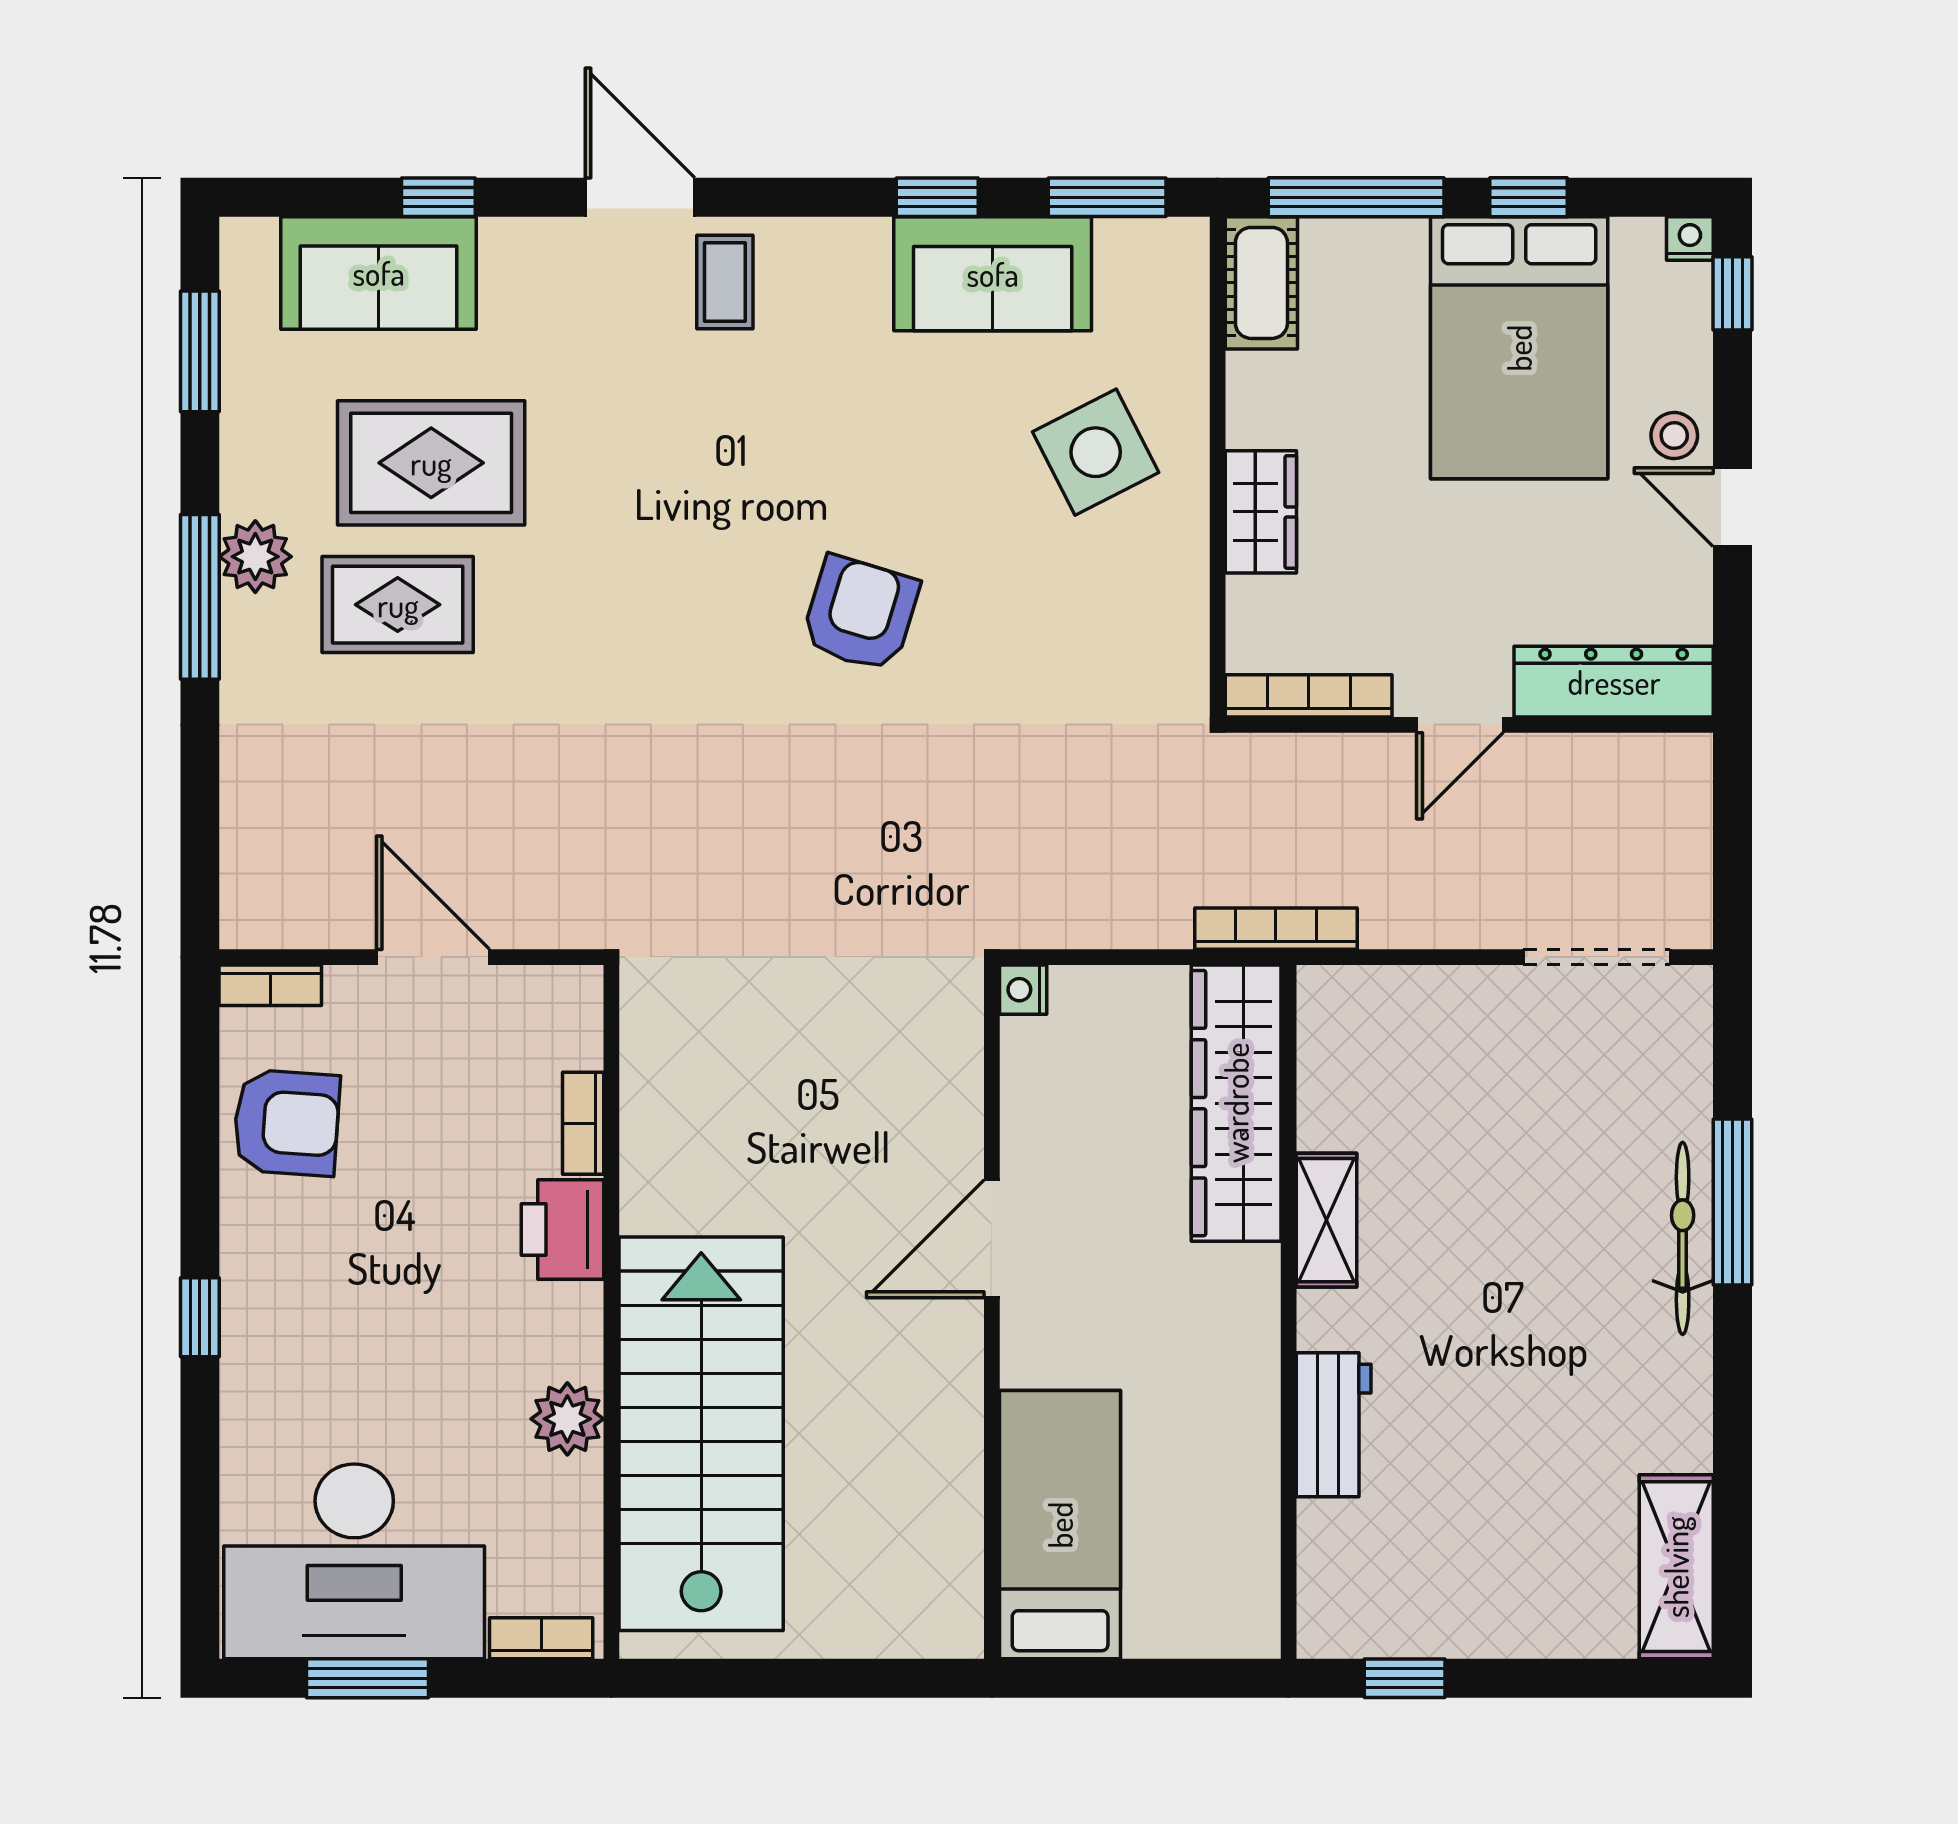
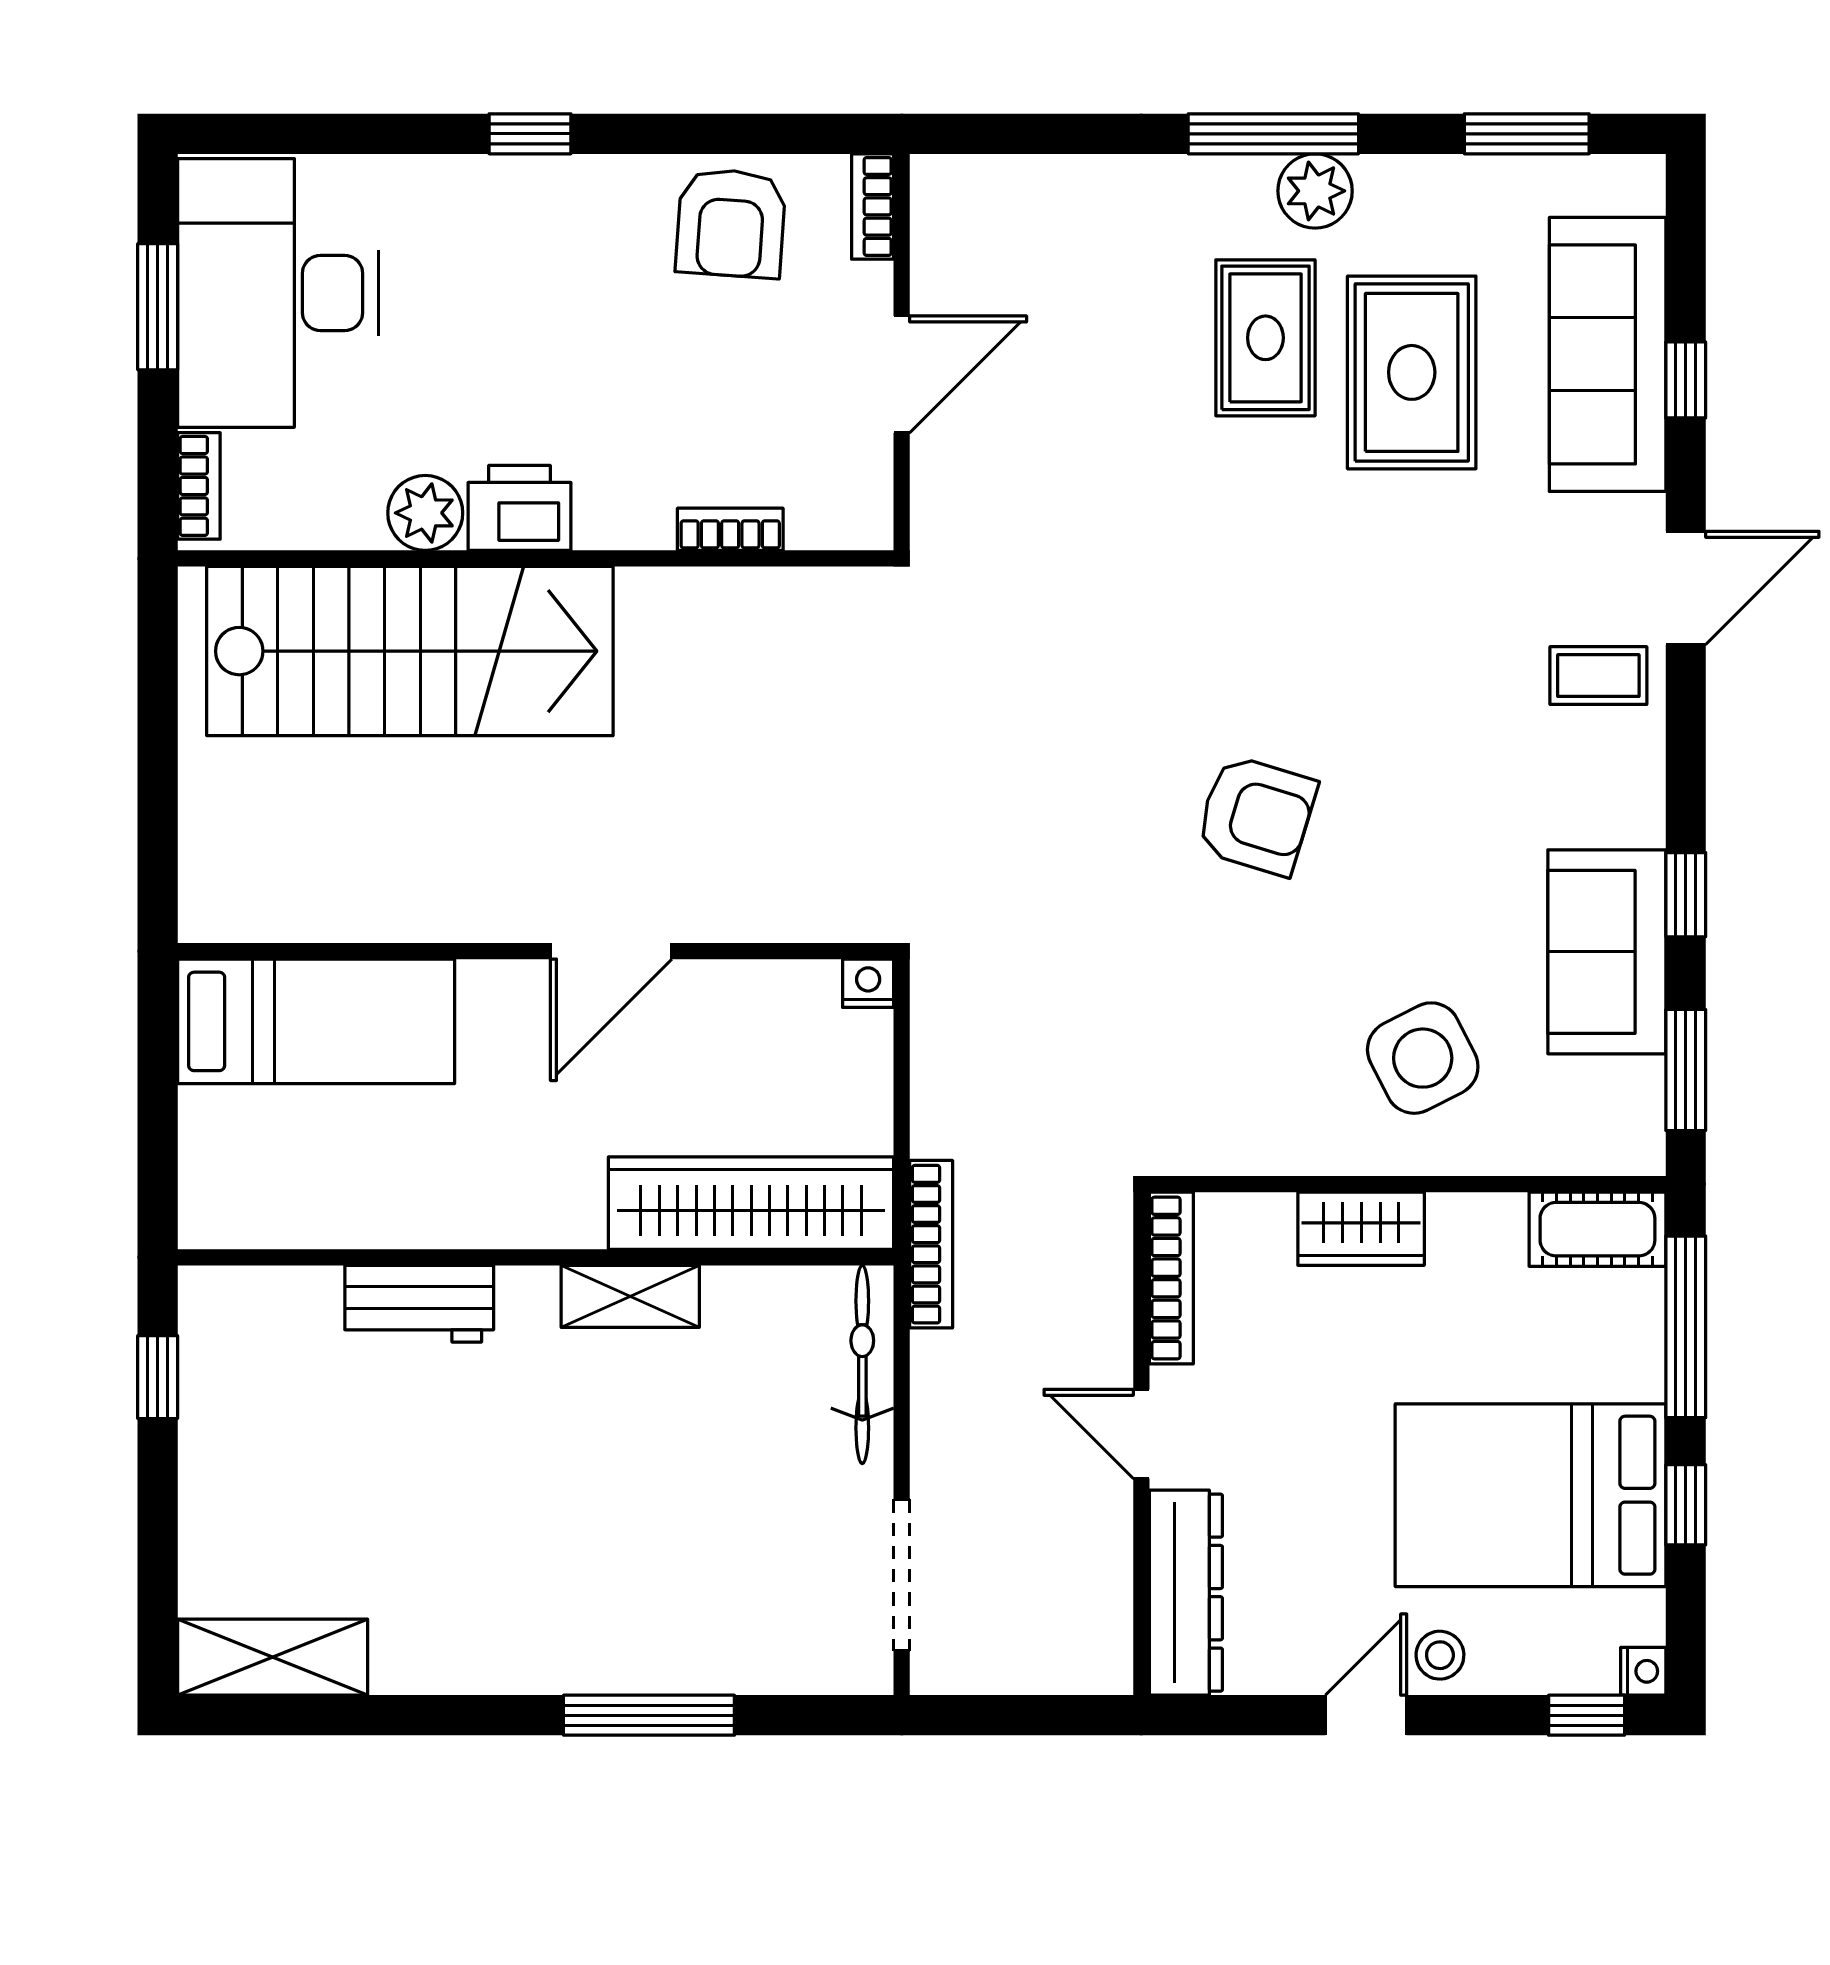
sofa: (379, 273) -> (1608, 354), width x1.36
printer: (562, 1229) -> (519, 508), moved
bicycle: (1683, 1238) -> (862, 1364), moved, turned -90
door: (992, 1239) -> (611, 951), swing flipped

